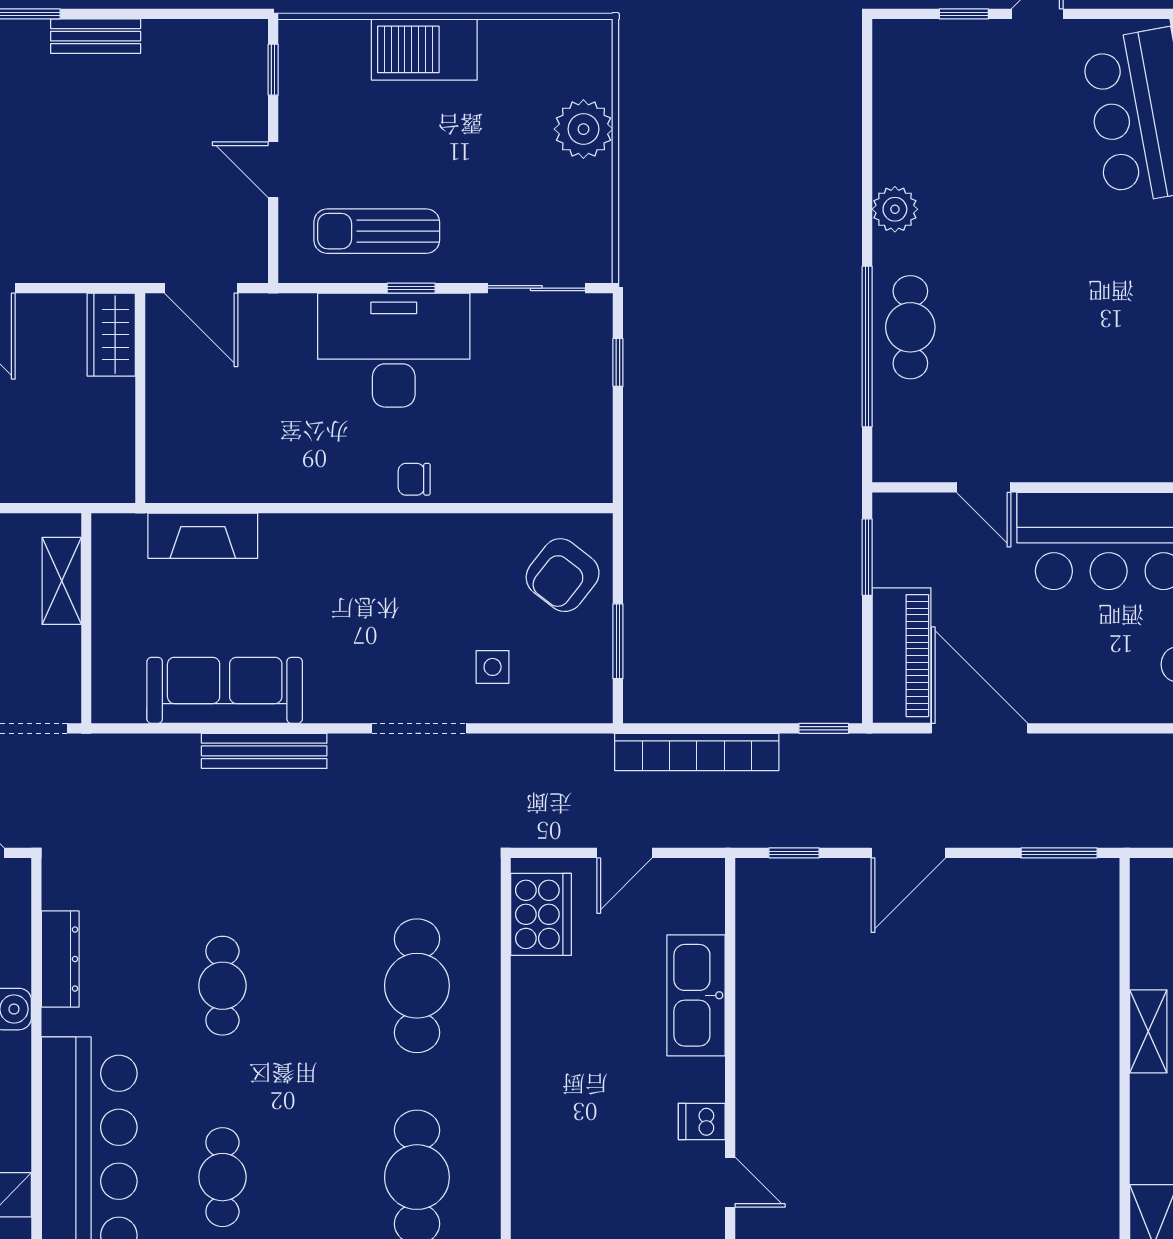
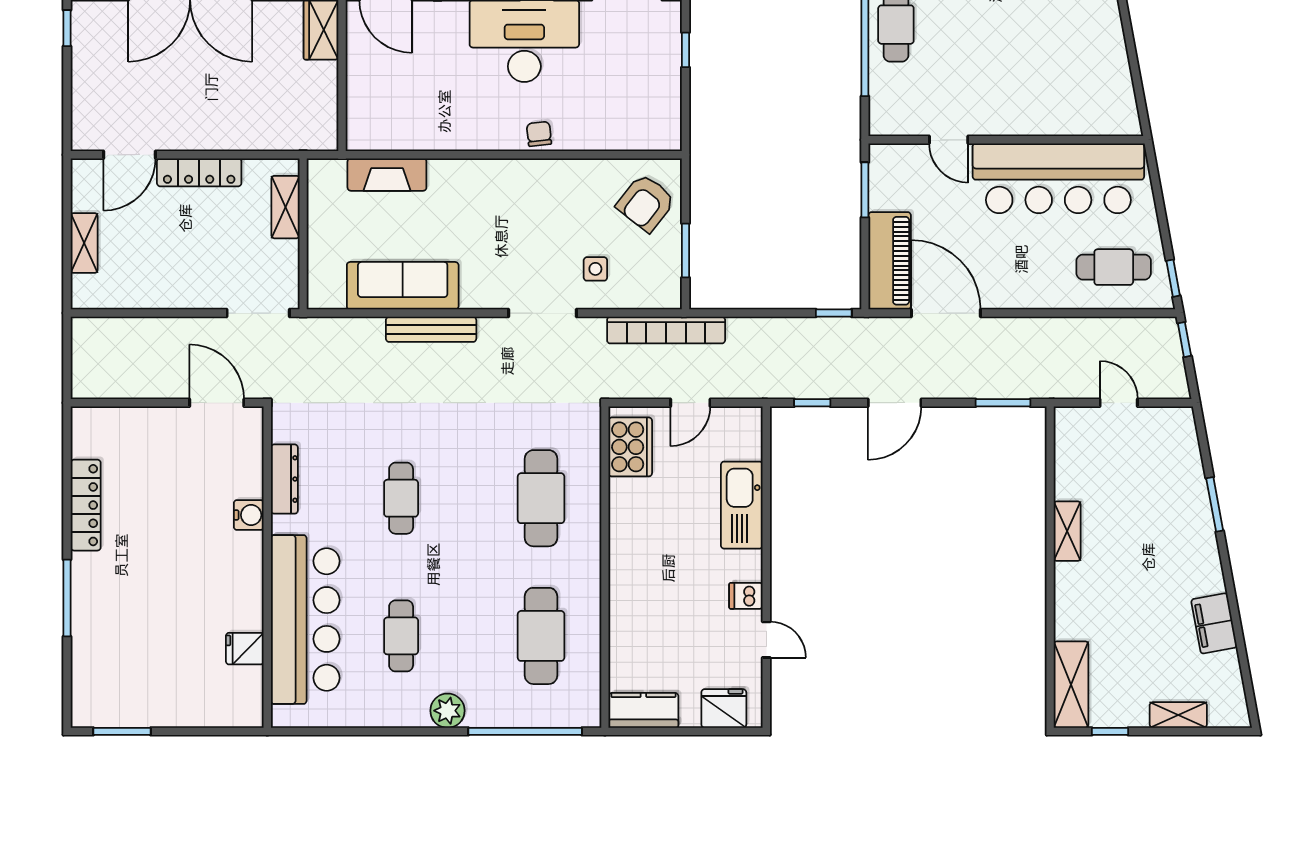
chair: (414, 479) -> (539, 134), turned 84
bookcase: (697, 752) -> (666, 330), moved

